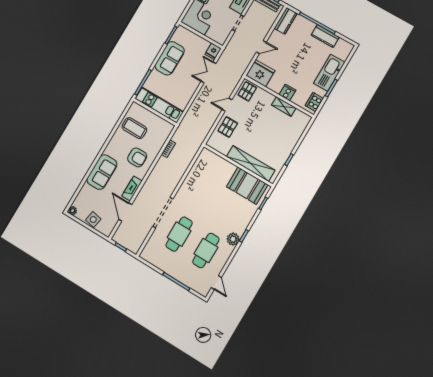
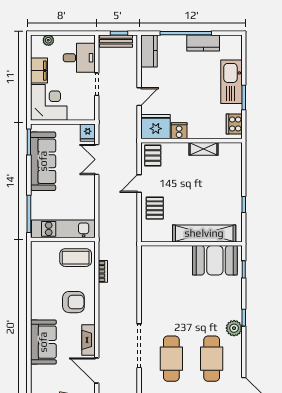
sofa: (170, 58) -> (43, 161), width x1.36
cooker: (287, 92) -> (179, 131), moved
coffee table: (134, 128) -> (76, 258), moved

